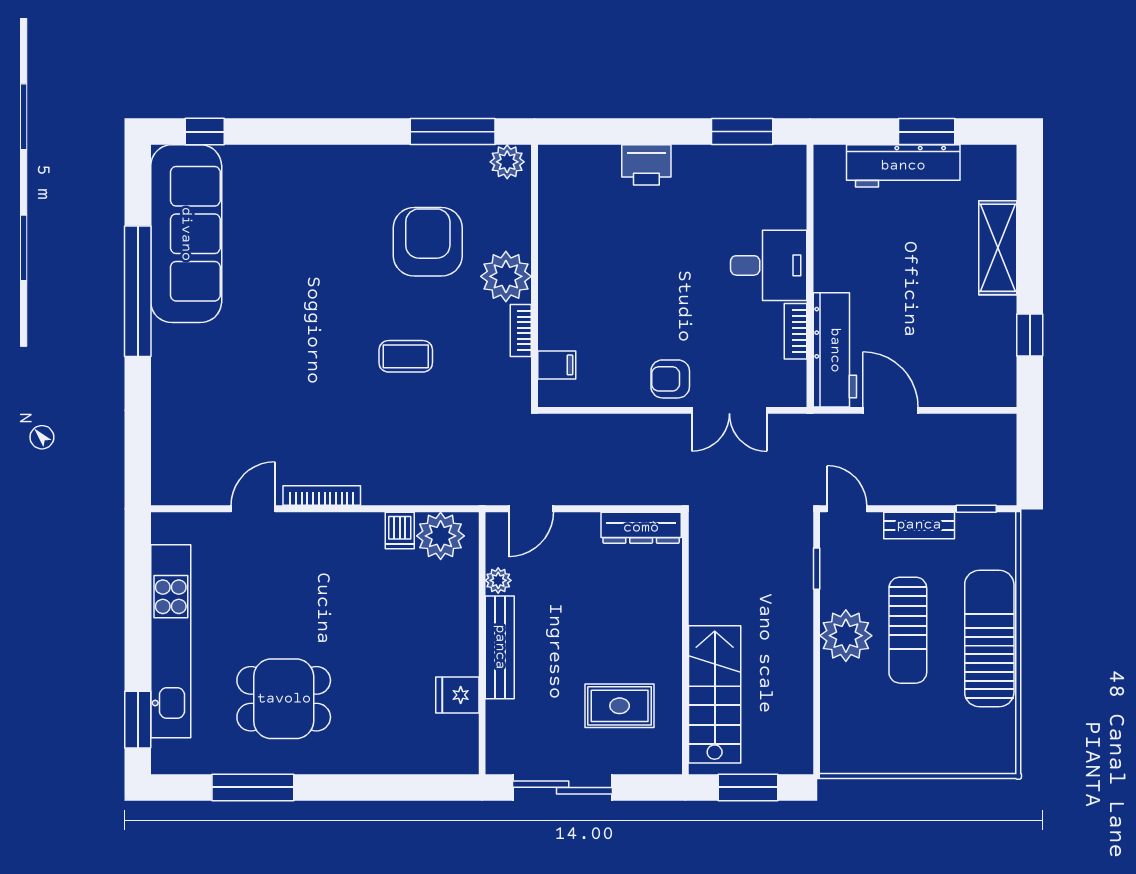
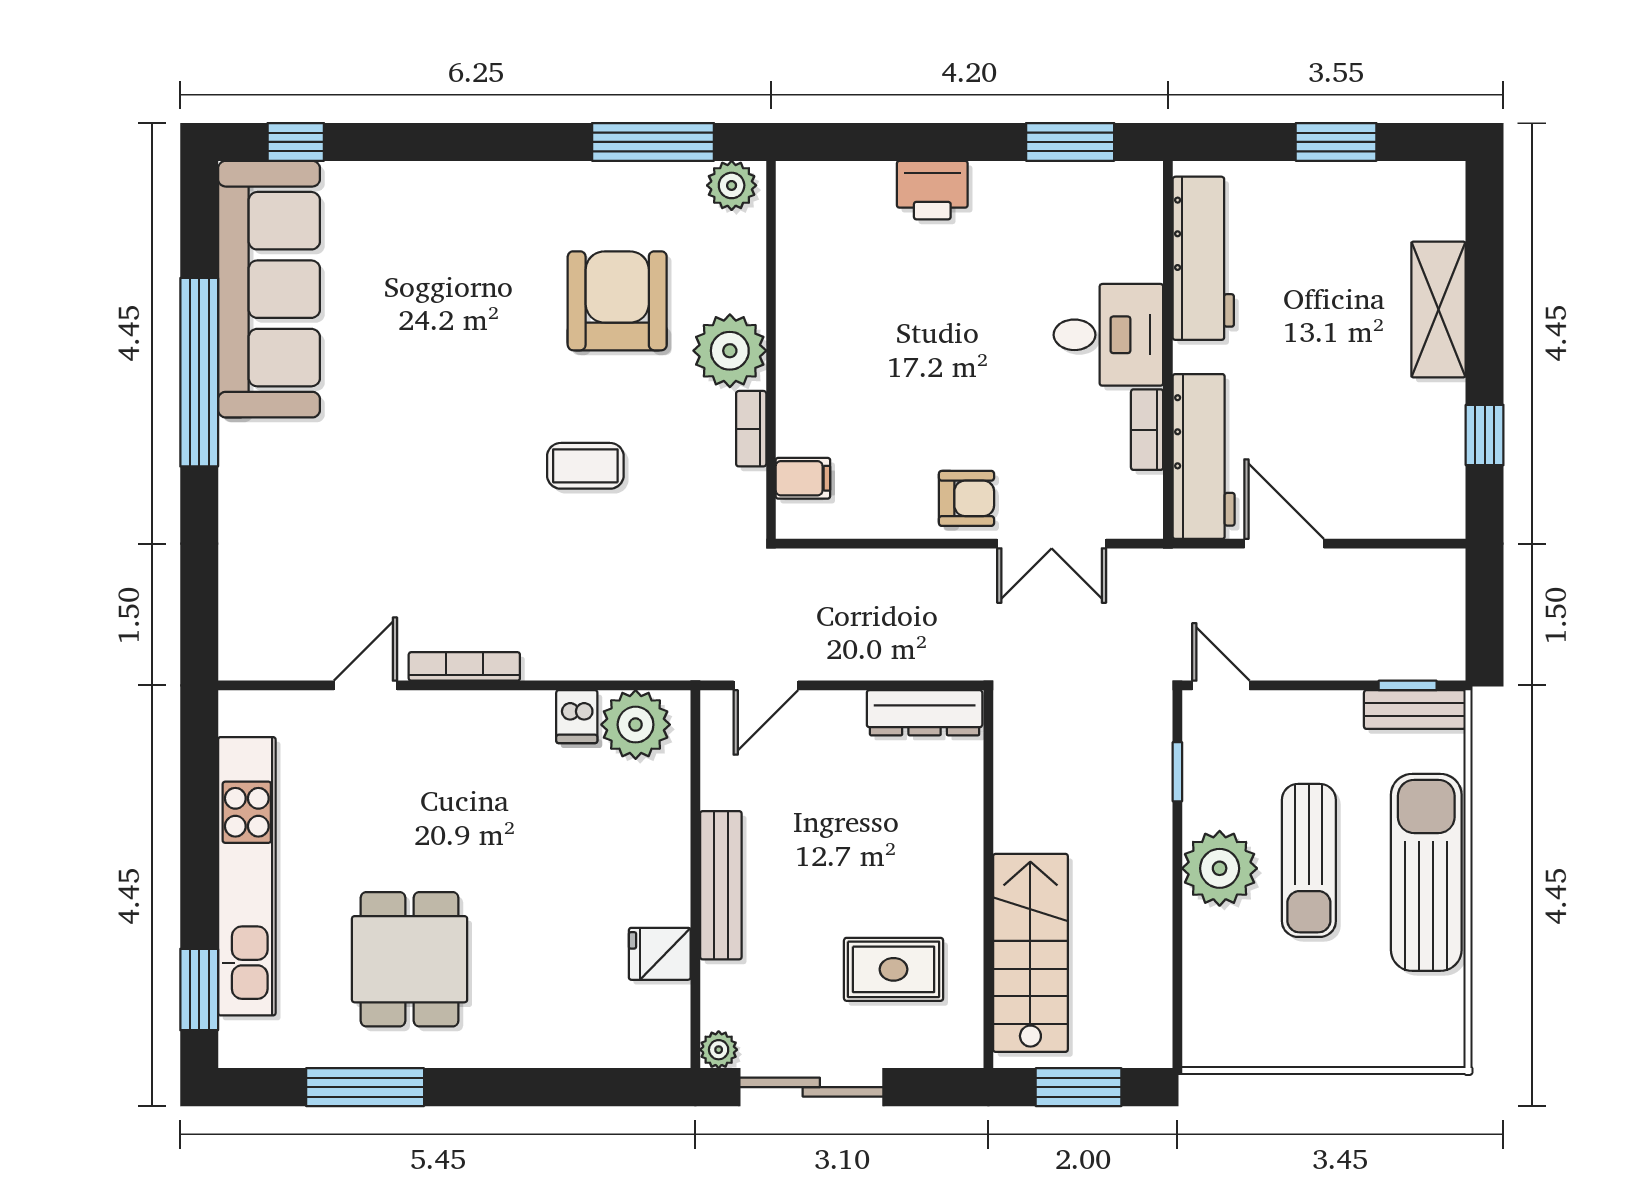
workbench: (903, 166) -> (1203, 258), moved, turned -90
armchair: (670, 379) -> (966, 498), turned 180
bench: (919, 525) -> (1415, 710), moved
plant: (498, 580) -> (719, 1050), moved
dining table: (284, 699) -> (410, 959), turned 90

